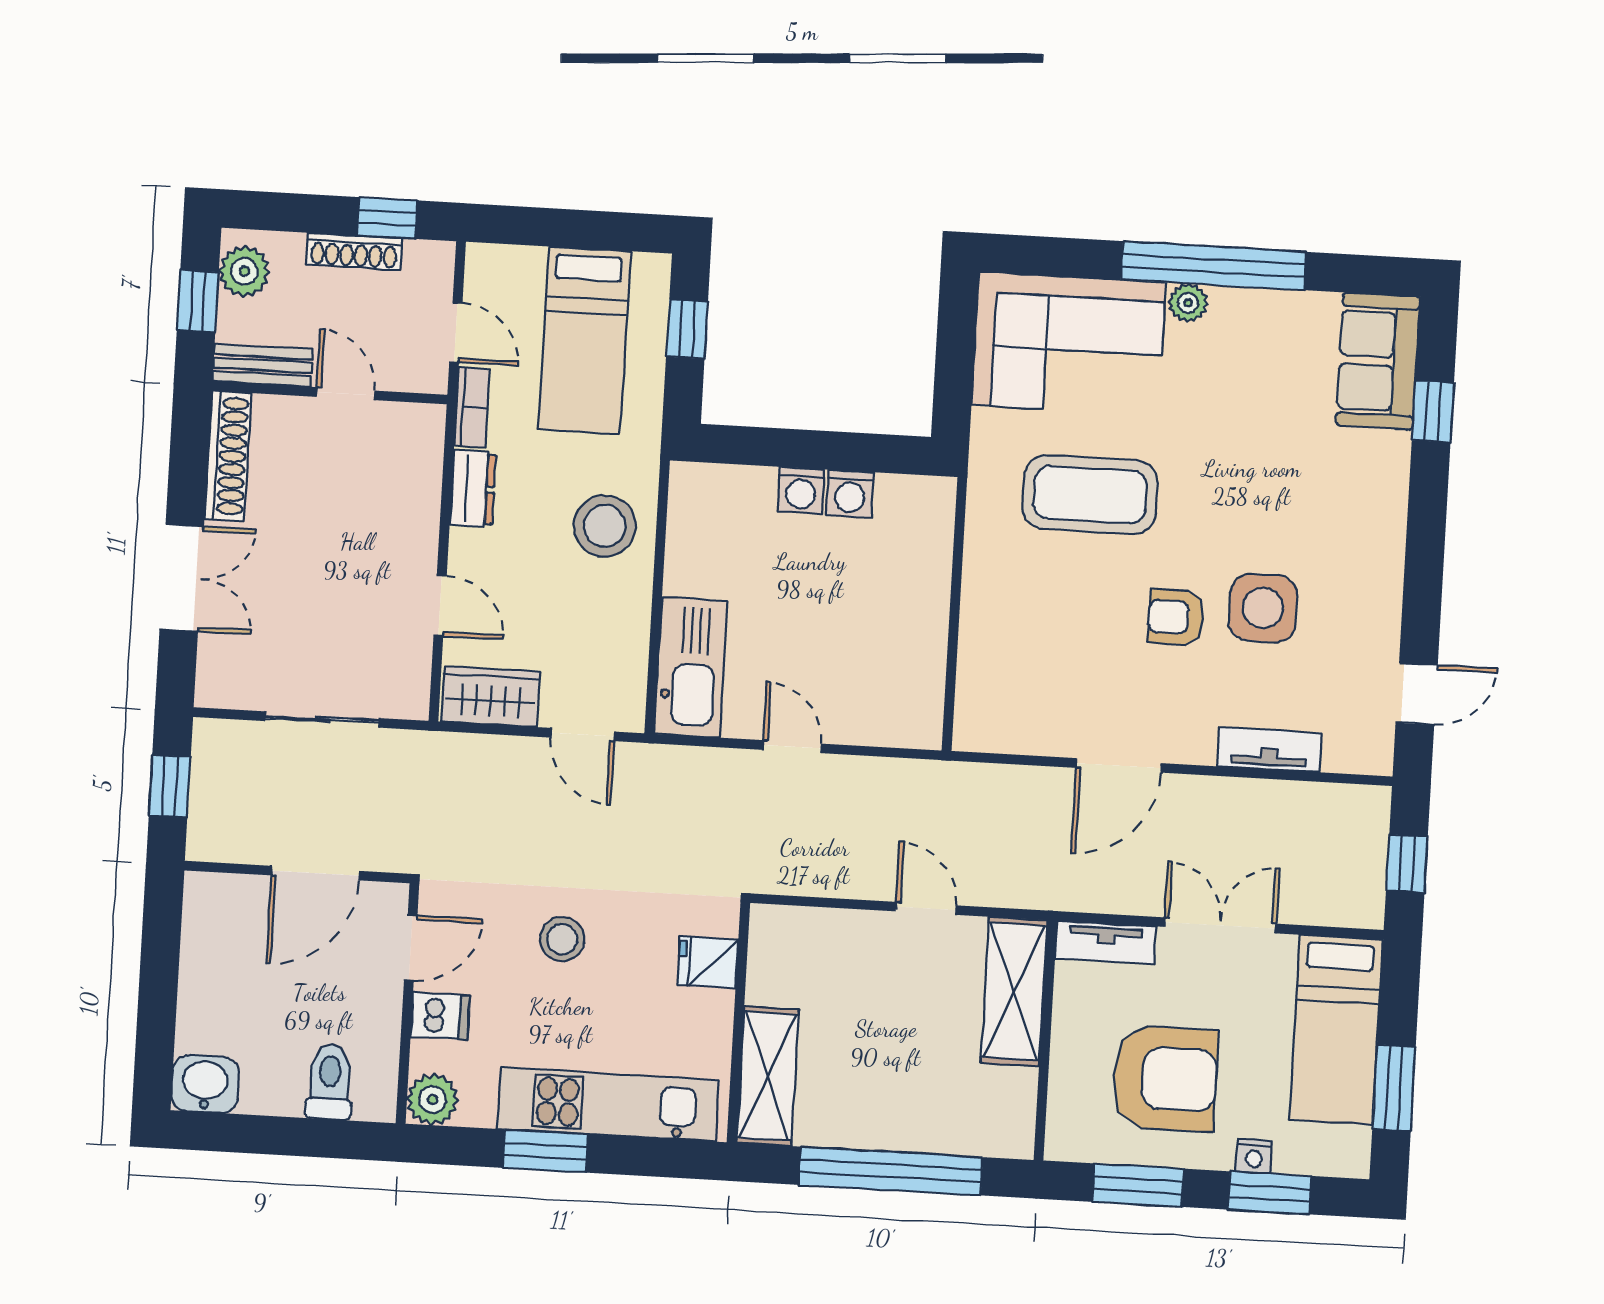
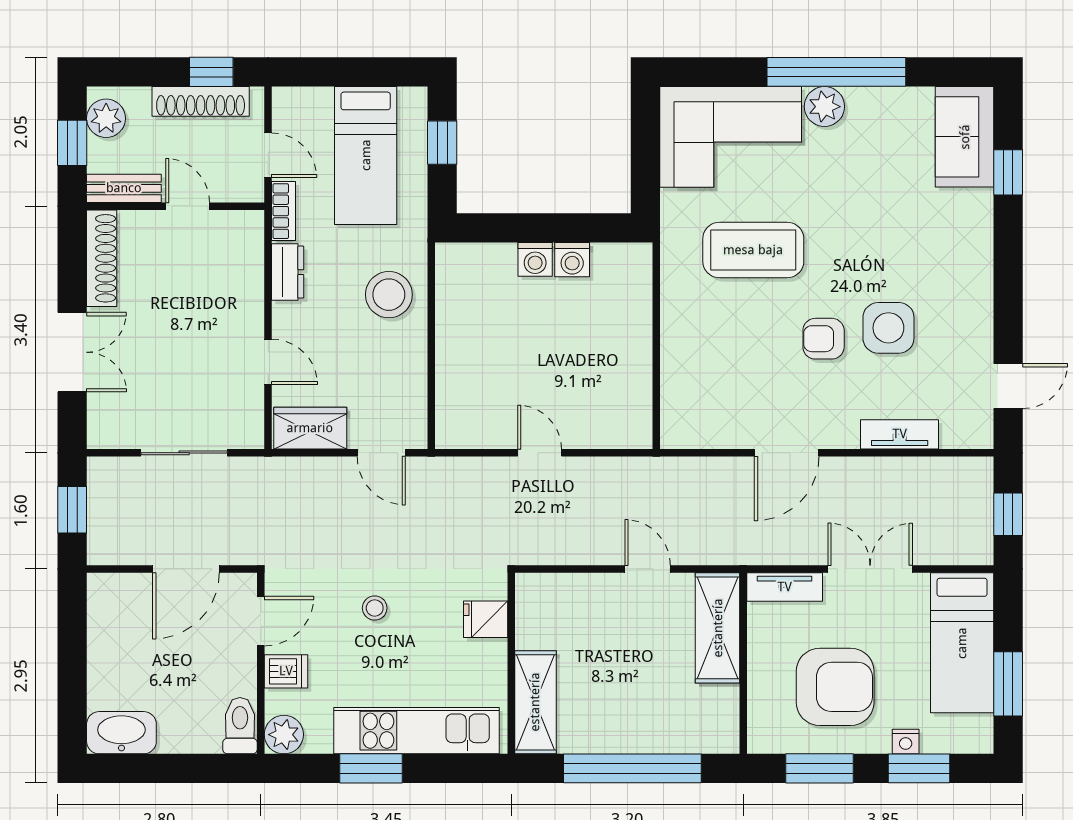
shoe rack: (354, 251) -> (201, 101), width x1.36, depth x1.24
plant: (1188, 303) -> (824, 107), width x1.38, depth x1.38
kitchen sink: (691, 667) -> (460, 397), removed
stool: (562, 939) -> (375, 608), width x0.73, depth x0.73
toilet: (330, 1082) -> (240, 726), moved
washbasin: (205, 1084) -> (121, 733), width x1.38

